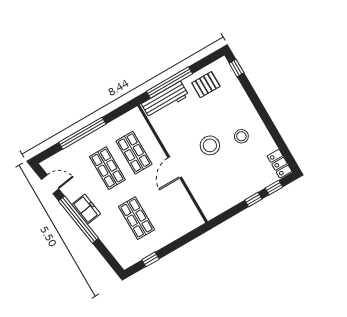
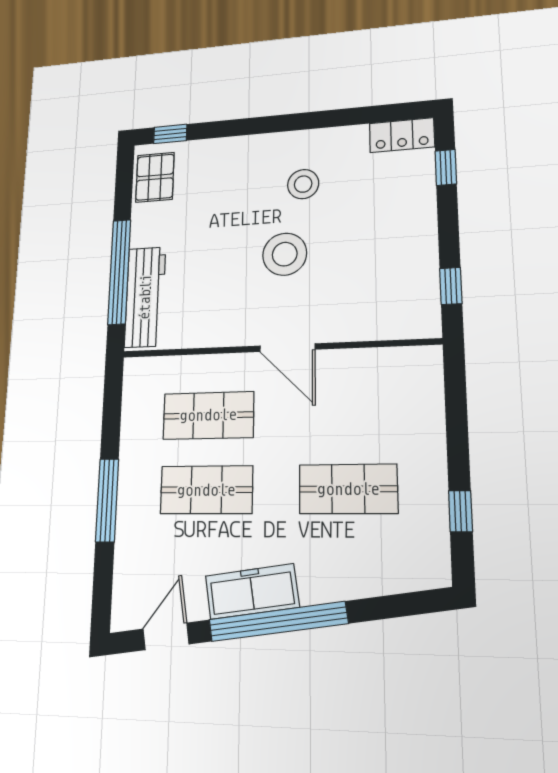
pallet: (206, 85) -> (155, 177), moved
window: (82, 133) -> (107, 500), width x0.68
window: (253, 200) -> (451, 286), moved
freezer: (86, 209) -> (252, 591), width x1.40

